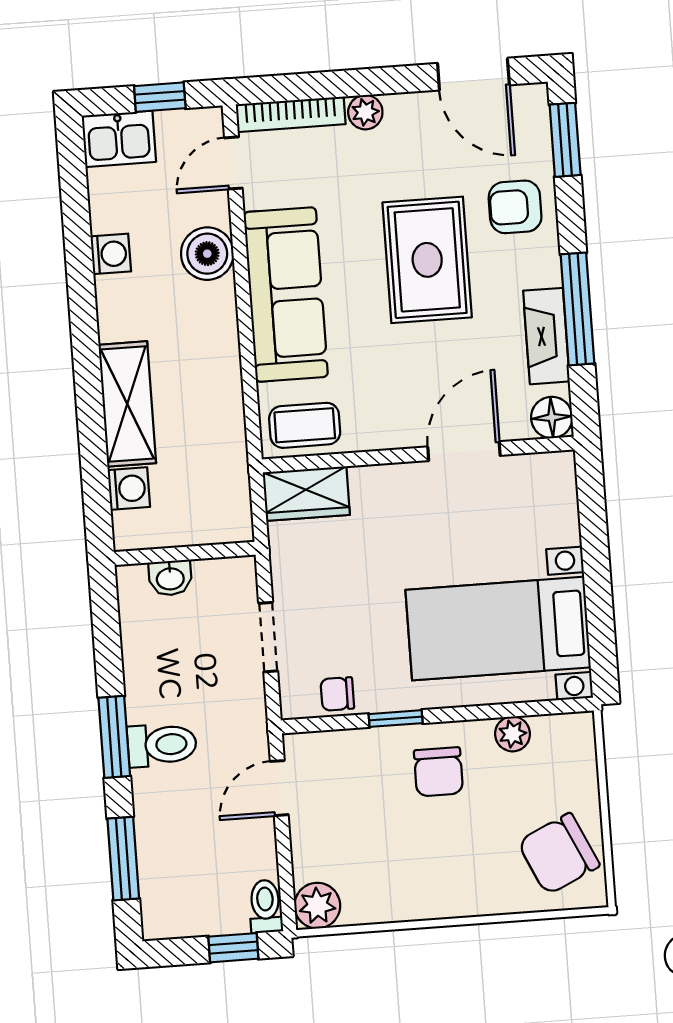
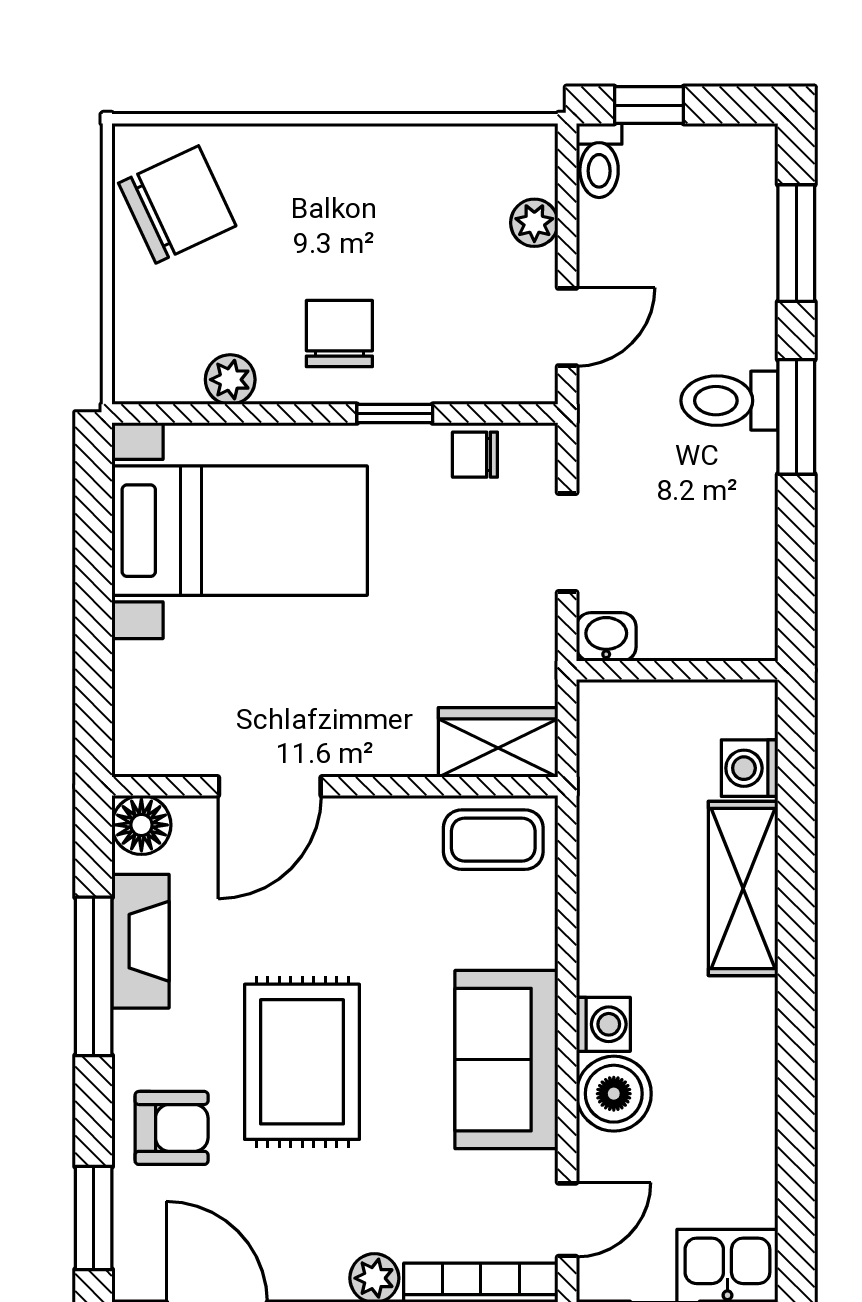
washing machine: (111, 254) -> (603, 1024), moved, turned 180
sofa: (286, 294) -> (506, 1060), width x0.73
washbasin: (170, 578) -> (606, 637), moved
chair: (337, 694) -> (475, 455), turned 180
plant: (317, 906) -> (534, 223), moved, width x0.73, depth x0.73

